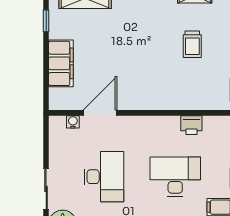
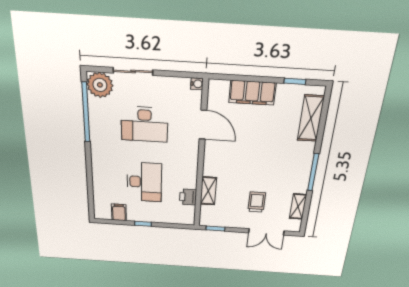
trolley: (192, 44) -> (257, 202), turned 90
shelving: (182, 102) -> (208, 191), added
water cooler: (73, 122) -> (197, 84), moved

